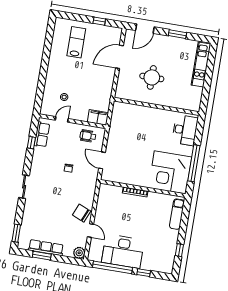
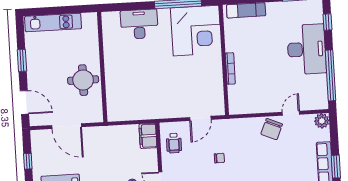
wall: (156, 106) -> (102, 67), moved
desk: (123, 251) -> (307, 49), moved
window: (144, 273) -> (327, 22), moved

